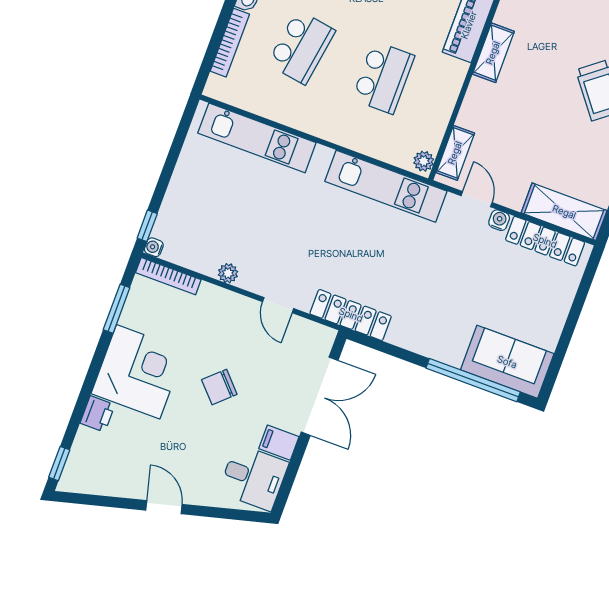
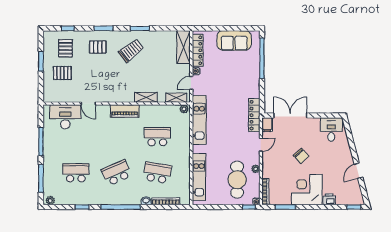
shelving: (493, 53) -> (146, 97), moved
cafe table: (219, 222) -> (237, 180), added
sofa: (507, 362) -> (234, 40), moved, turned -90
filing cabinet: (279, 443) -> (267, 125), moved
door: (164, 507) -> (359, 171), moved

